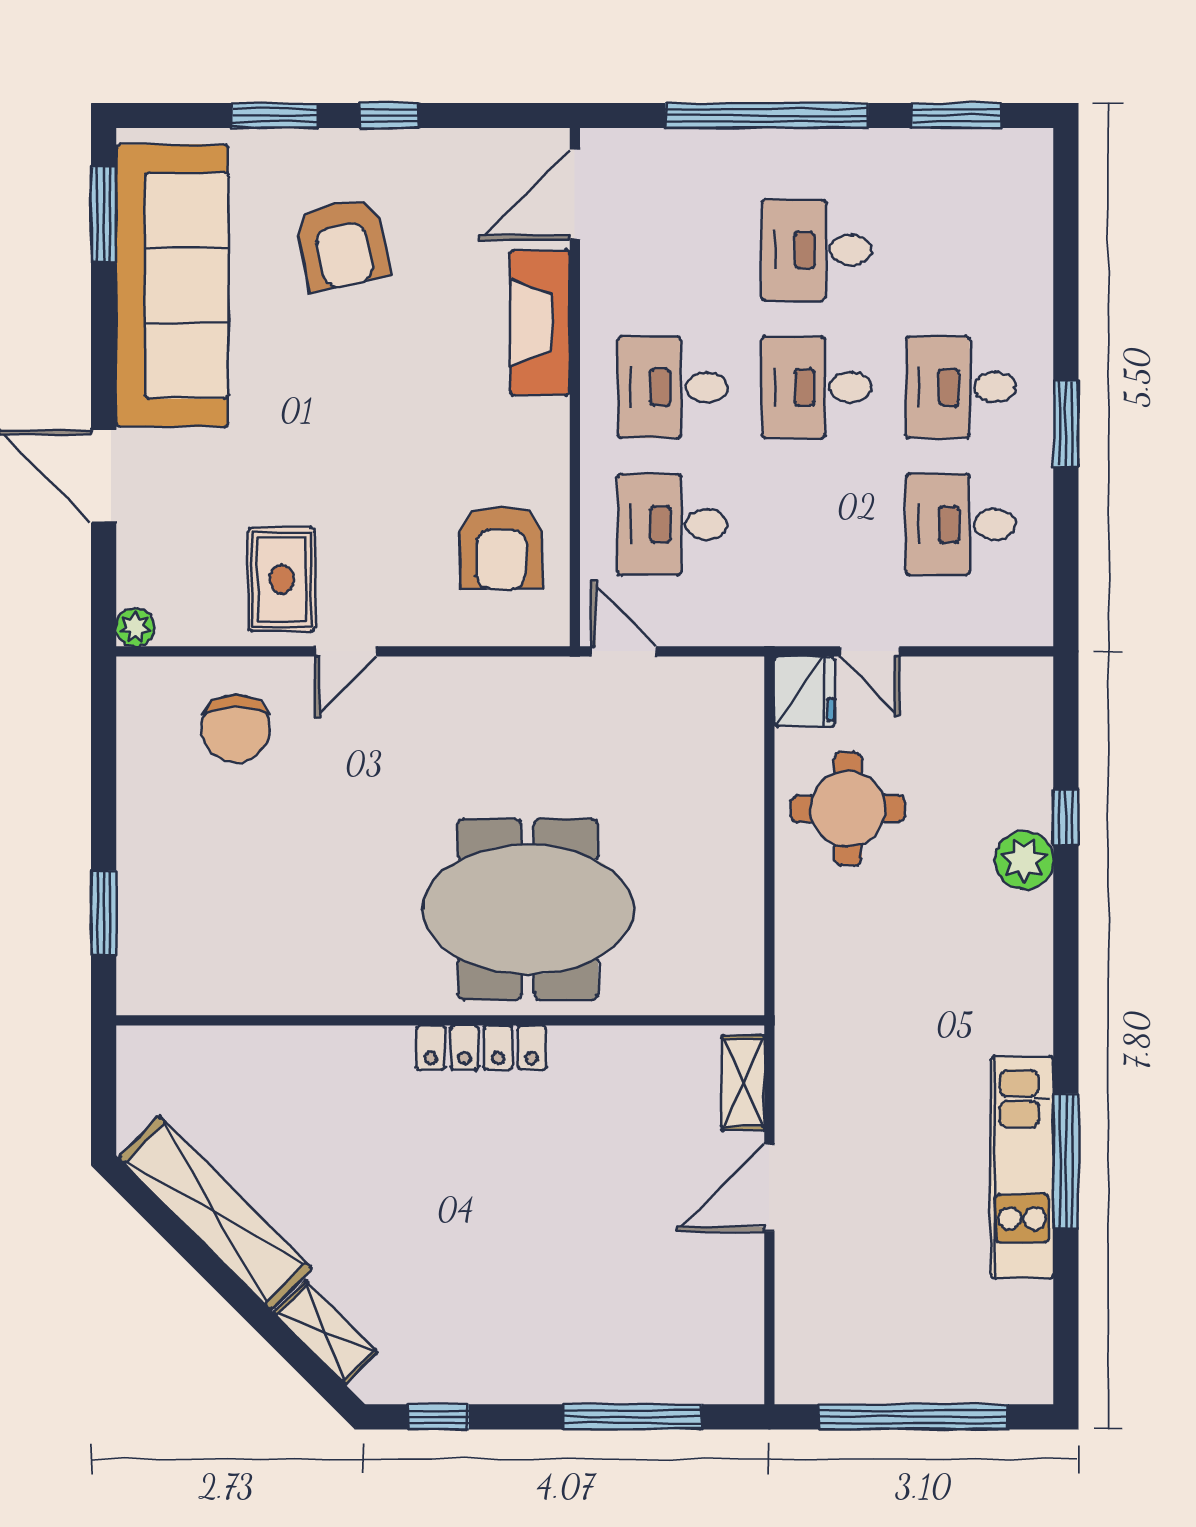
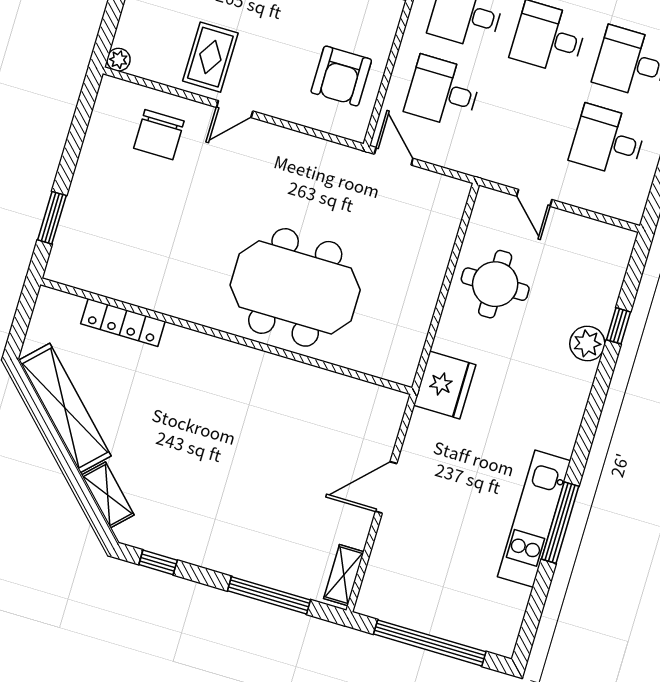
fridge: (804, 692) -> (445, 385), moved, width x1.36, depth x1.34
locker: (481, 1048) -> (123, 322), moved
shelving: (743, 1083) -> (344, 575), moved

